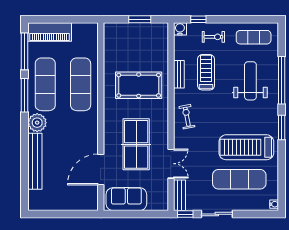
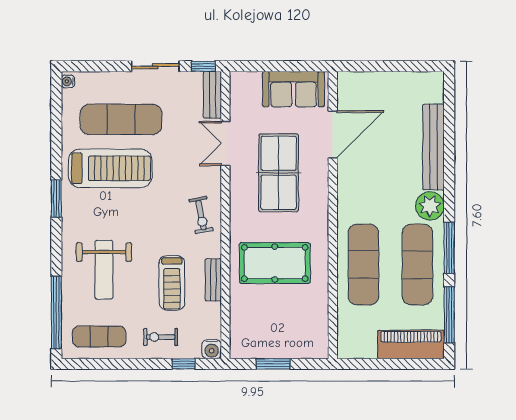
window: (282, 80) -> (56, 313), moved

